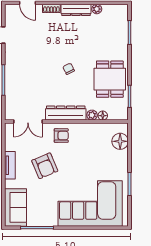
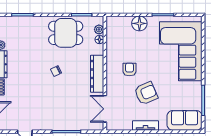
plant: (92, 115) -> (99, 29), moved
double door: (28, 121) -> (105, 109), swing flipped
armchair: (61, 136) -> (129, 69), moved
floor lamp: (120, 141) -> (139, 23), moved

